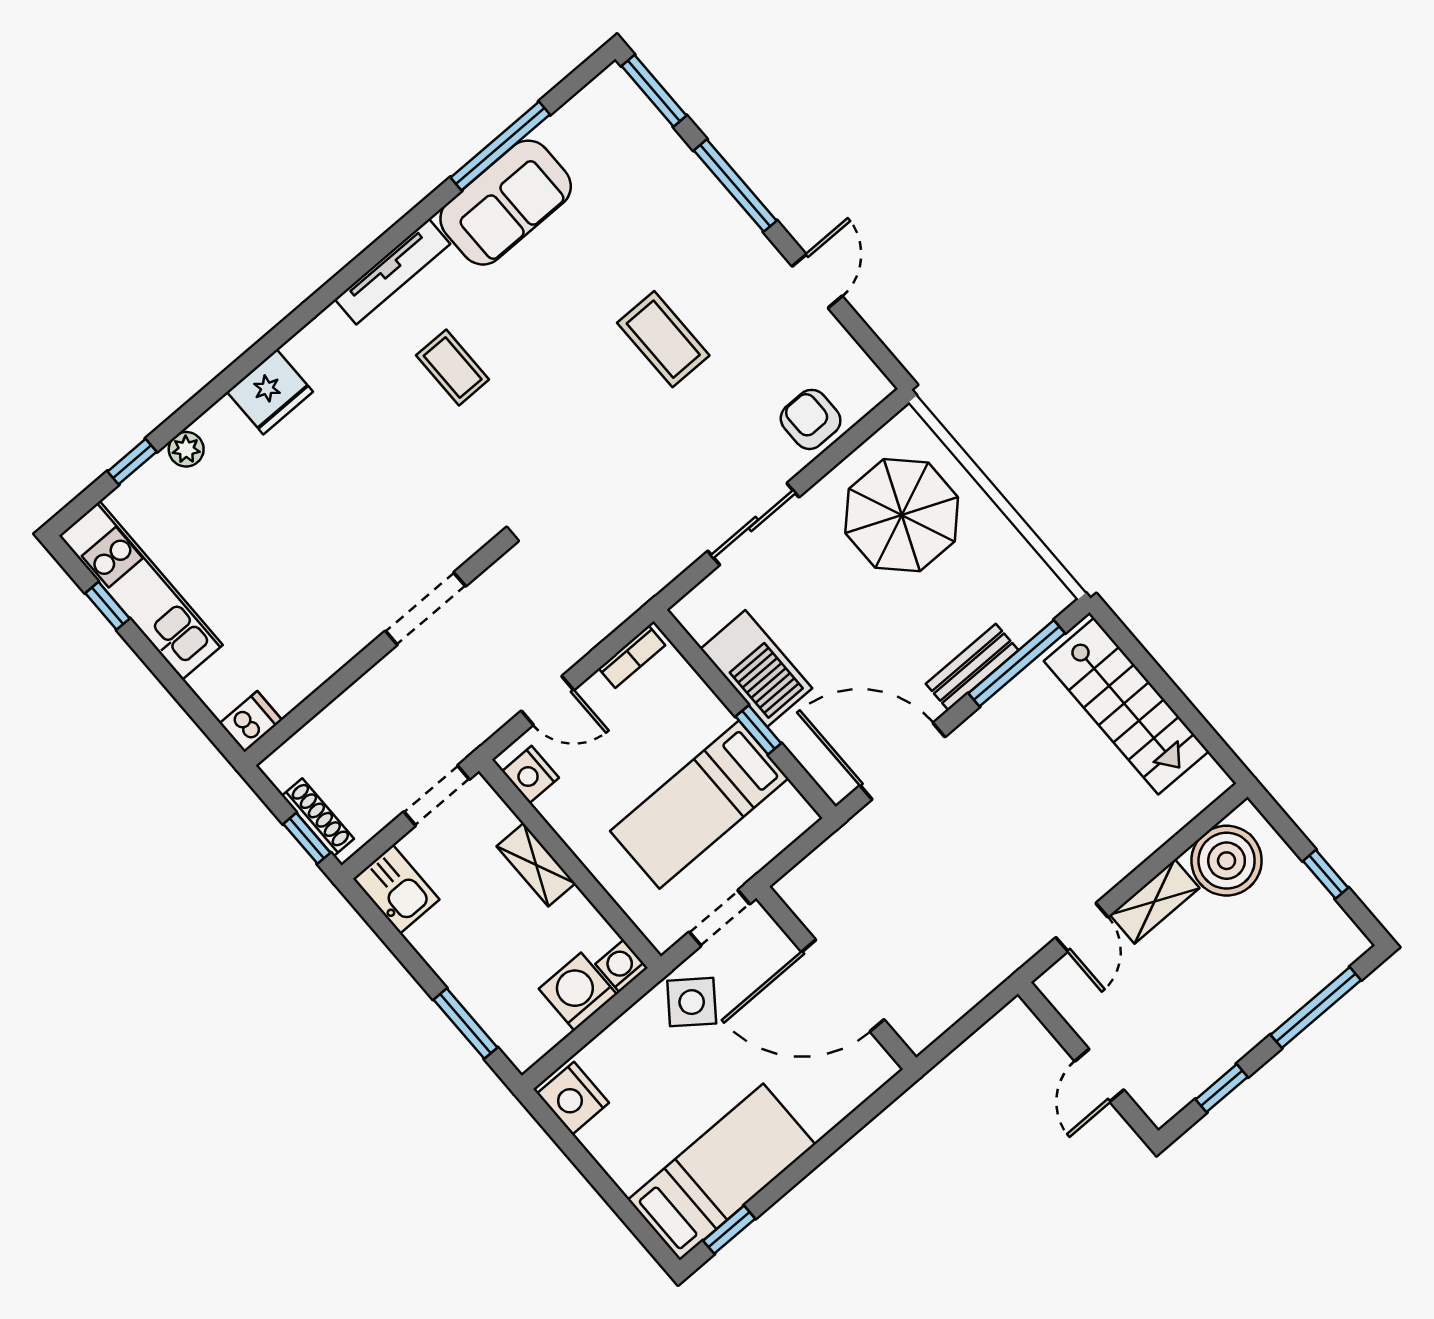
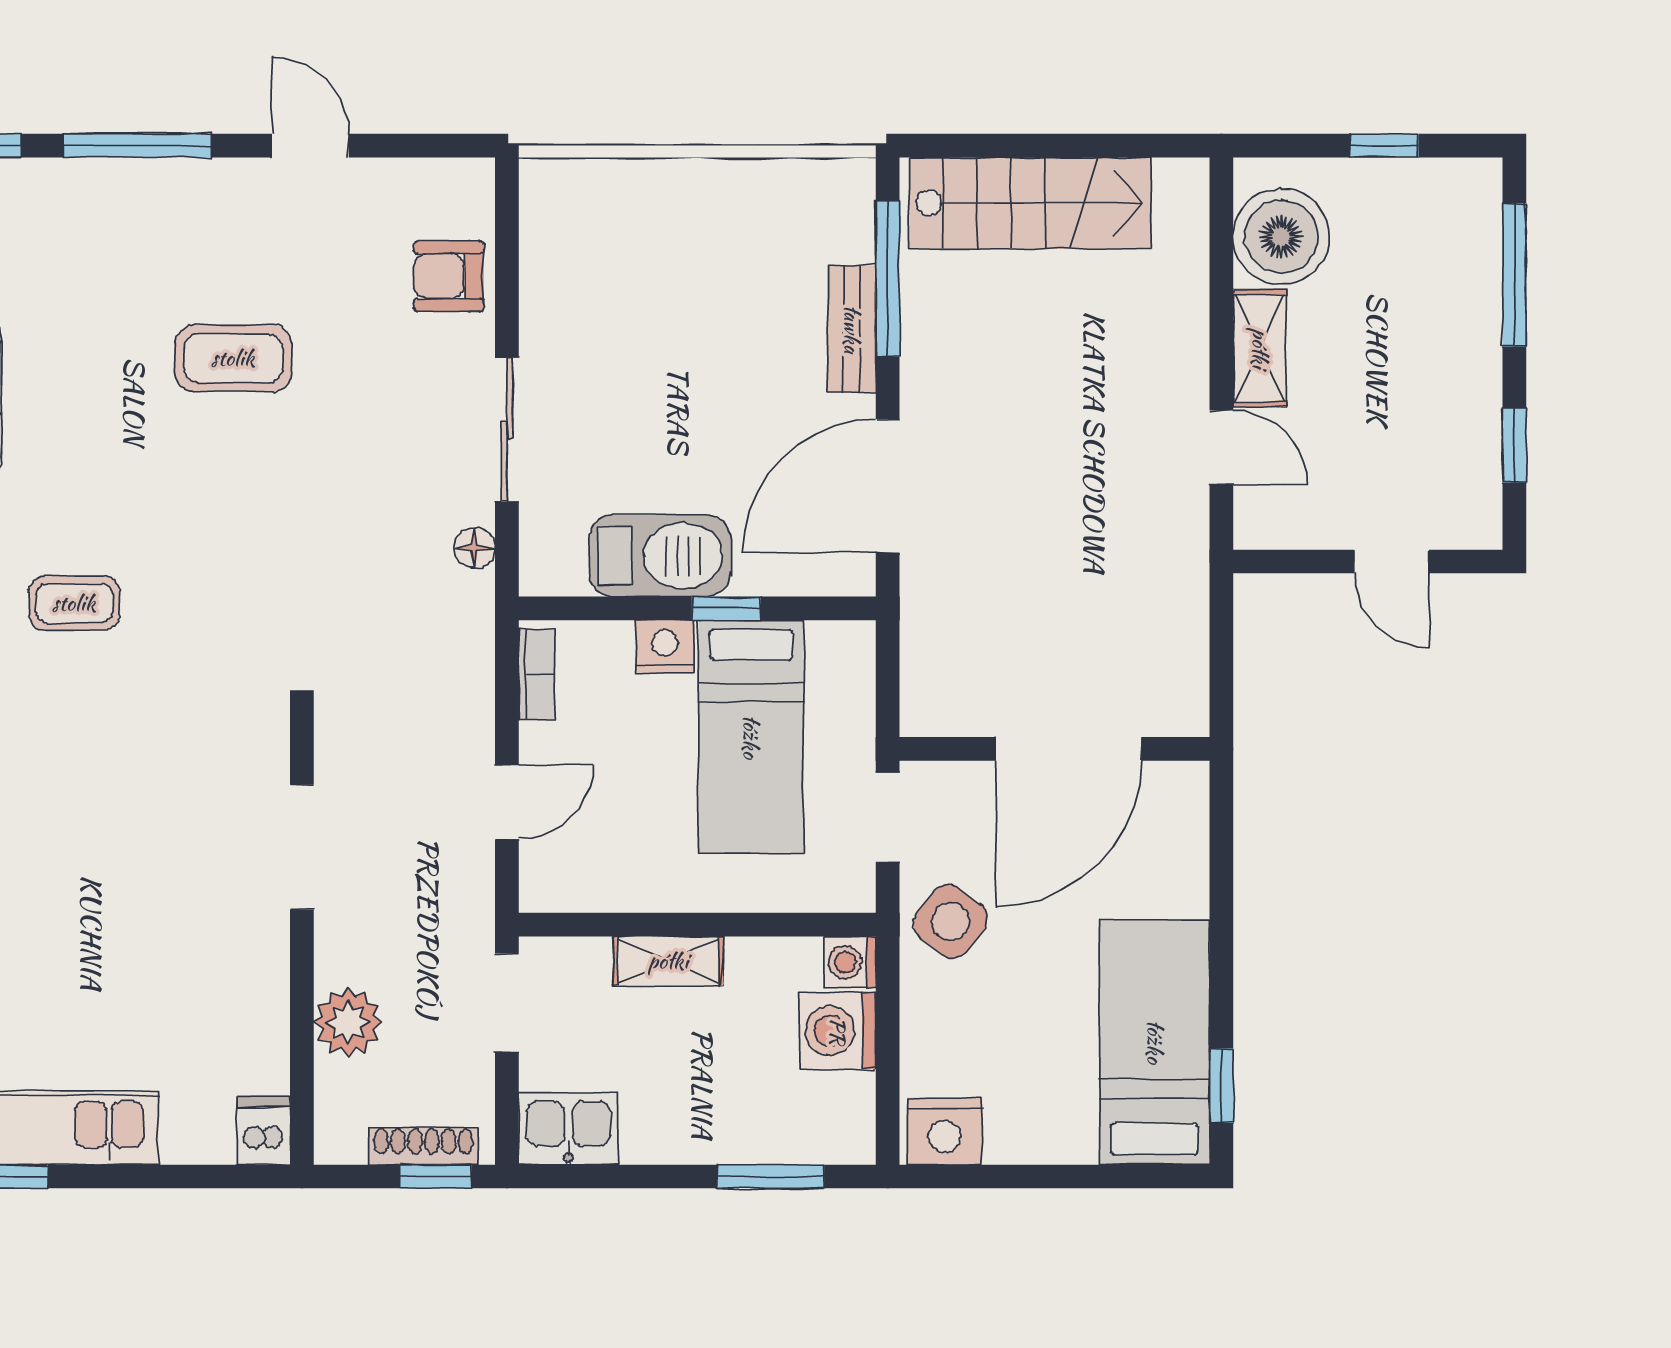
parasol: (902, 515) -> (630, 267), removed
floor lamp: (673, 562) -> (475, 548), added
plant: (351, 717) -> (348, 1022), added
nightstand: (530, 775) -> (665, 647), moved, turned 180

